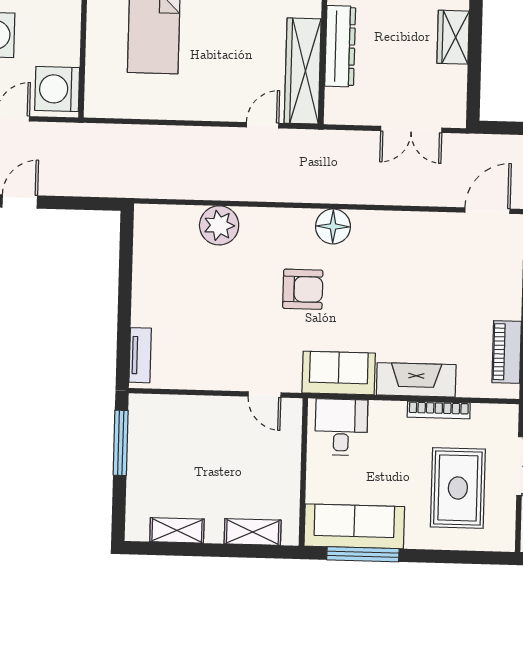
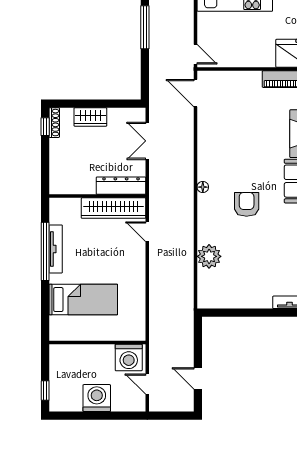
dresser: (340, 46) -> (121, 186), moved
double door: (411, 129) -> (147, 141), swing flipped
floor lamp: (333, 226) -> (203, 187), width x0.53, depth x0.53

